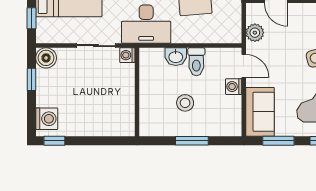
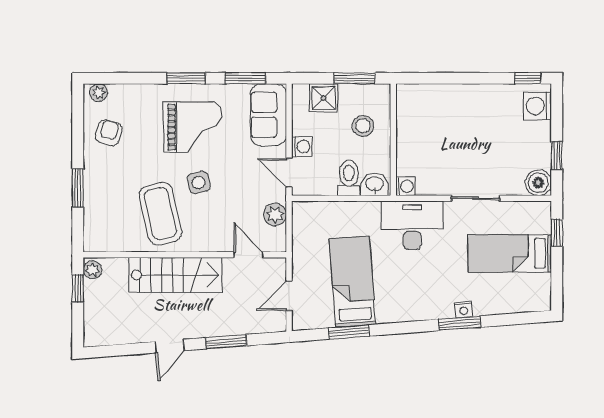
washing machine: (127, 55) -> (405, 186), moved
wall: (137, 92) -> (393, 140), moved
shower: (216, 125) -> (323, 98), added

